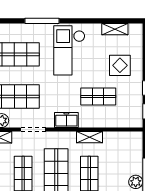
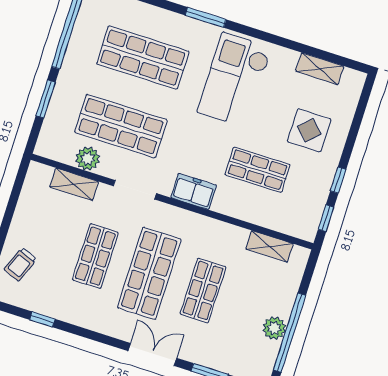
window: (42, 21) -> (206, 17), width x0.69
shelving: (90, 137) -> (270, 246), moved

